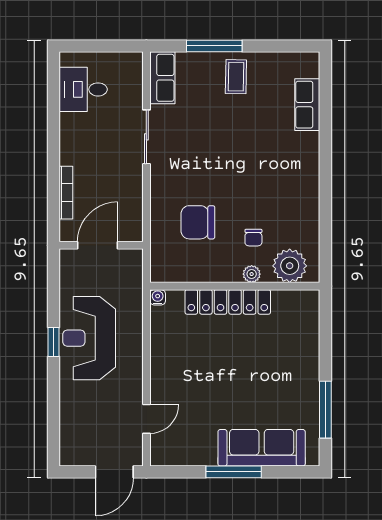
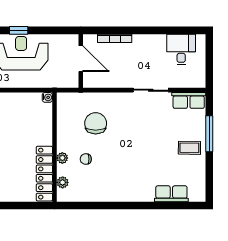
plant: (290, 266) -> (63, 182), width x0.53, depth x0.53
locker: (228, 302) -> (44, 174), moved

